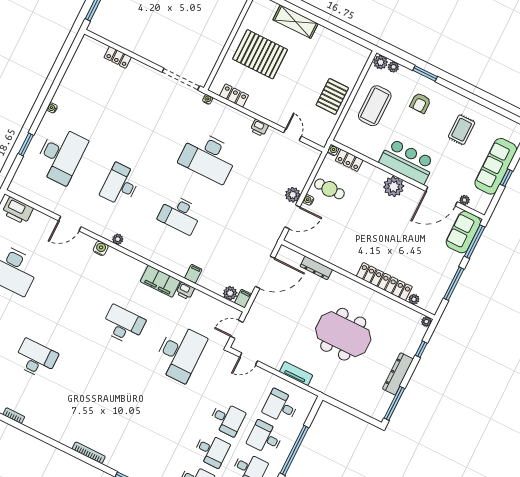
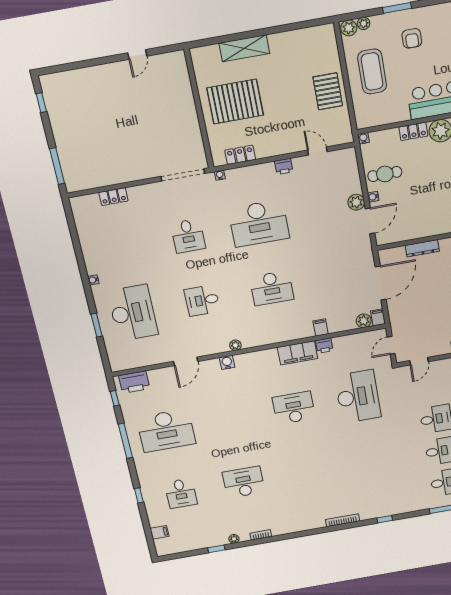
desk: (149, 127) -> (188, 236), added
locker: (349, 160) -> (413, 131), moved
desk: (120, 185) -> (202, 300), width x0.73

